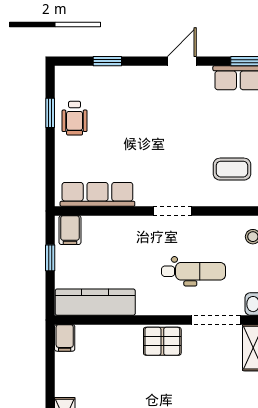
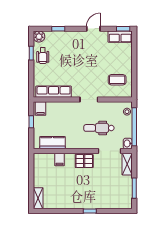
plant: (67, 78) -> (39, 37), added
dental chair: (194, 271) -> (99, 128), turned 180
kitchen counter: (95, 302) -> (53, 143), width x0.67
filing cabinet: (65, 338) -> (60, 159), moved

